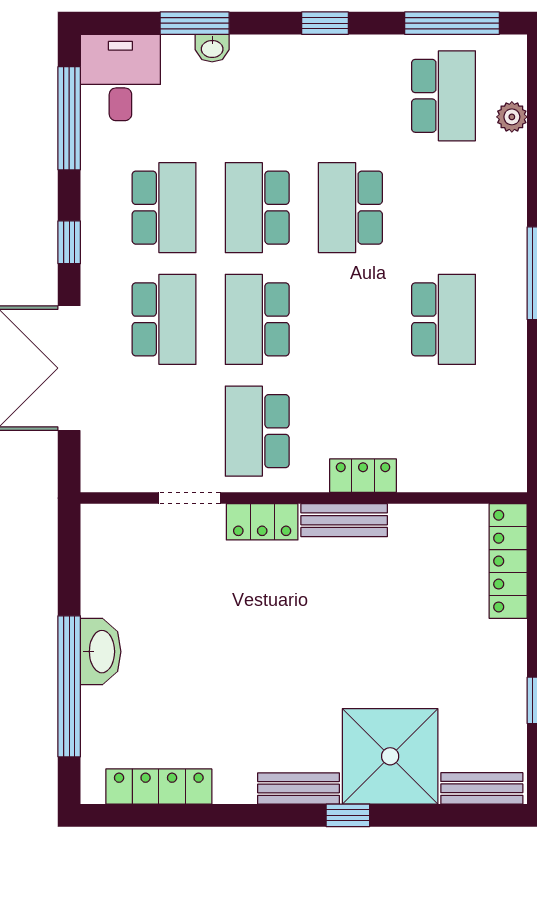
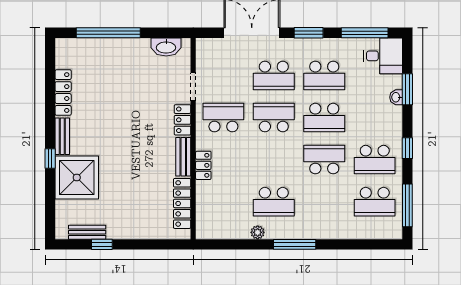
school desk: (350, 96) -> (375, 160), added
plant: (512, 117) -> (258, 232), moved
school desk: (257, 208) -> (324, 118), turned 180
window: (69, 242) -> (309, 33), width x1.50
locker: (508, 561) -> (182, 203), moved, turned -90
washbasin: (101, 652) -> (166, 47), moved
locker: (159, 786) -> (63, 93), moved
bench: (482, 788) -> (87, 232), moved, turned 90

